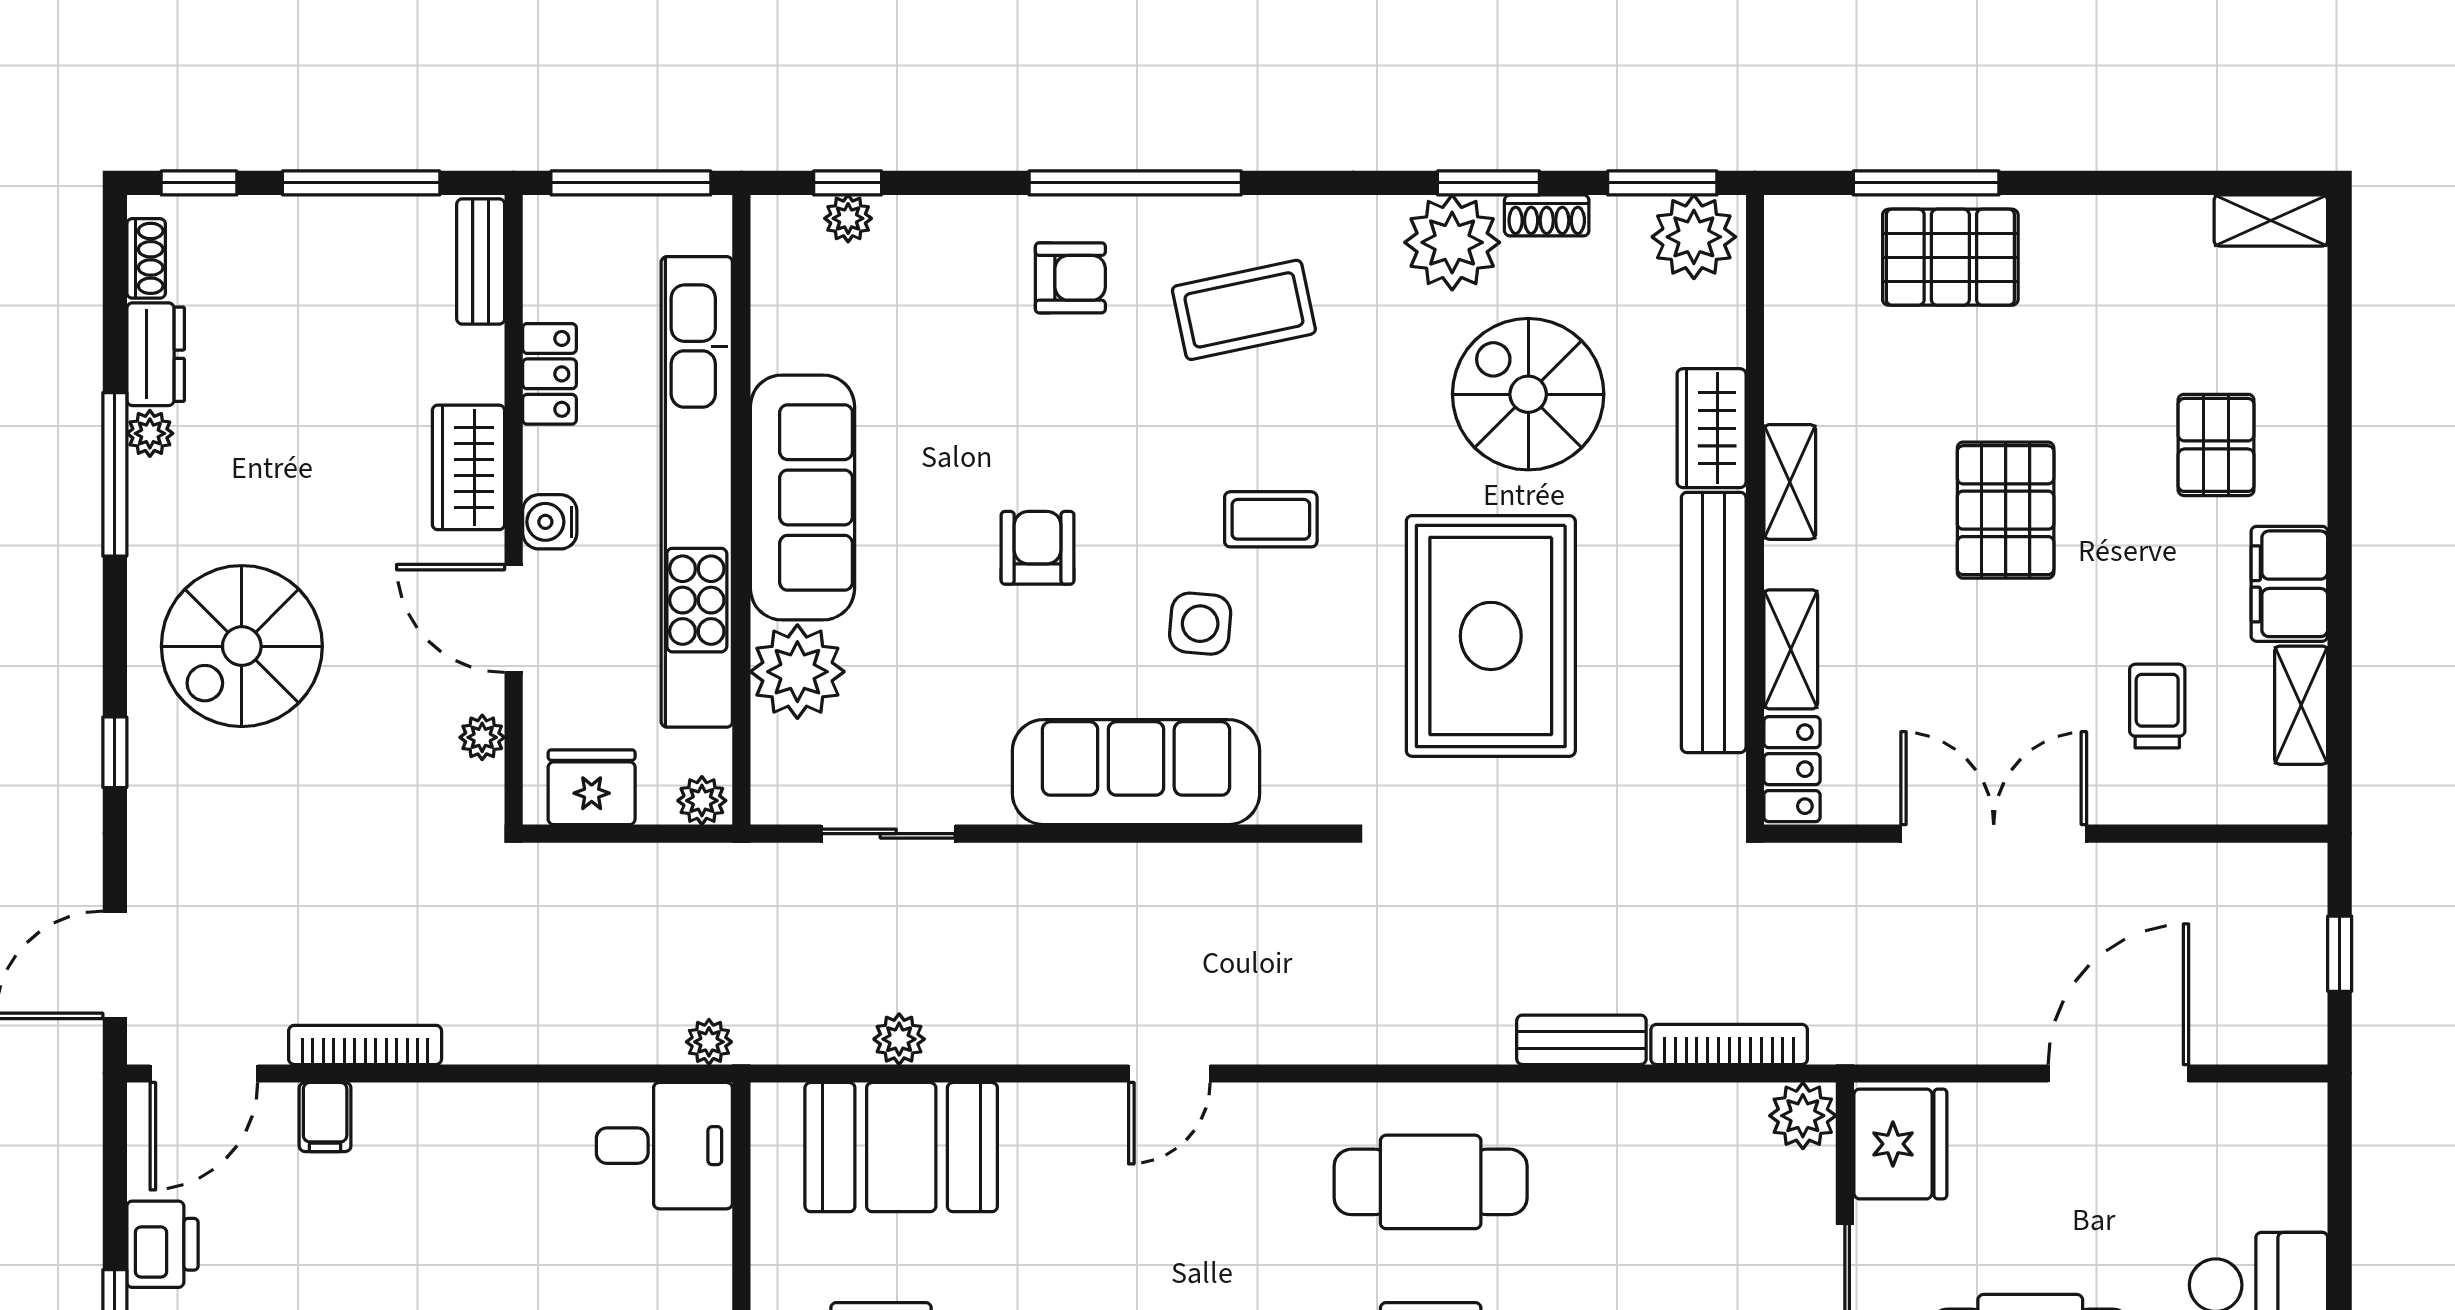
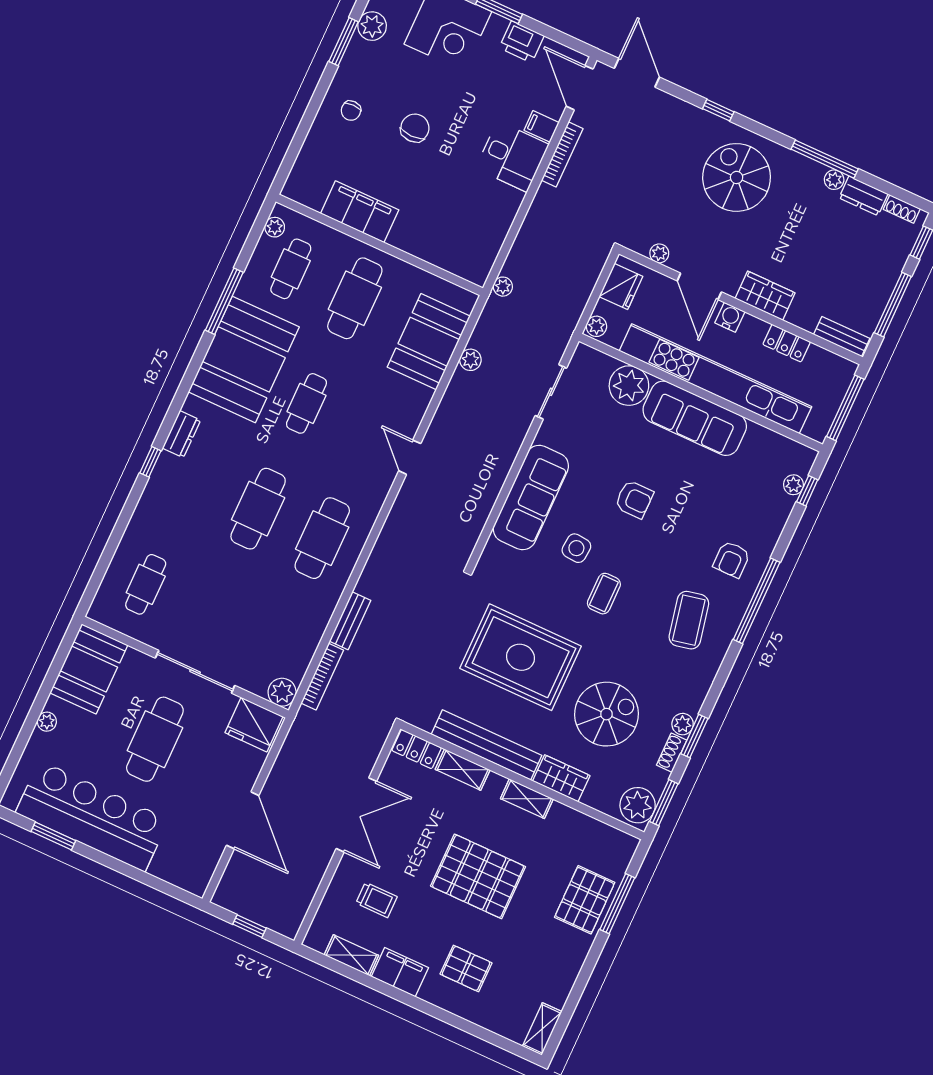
plant: (1452, 242) -> (683, 724), width x0.53, depth x0.53
pallet: (2006, 510) -> (478, 876), width x1.37, depth x1.41
door: (514, 618) -> (699, 286), swing flipped
desk: (664, 1146) -> (512, 156), moved, turned -90

